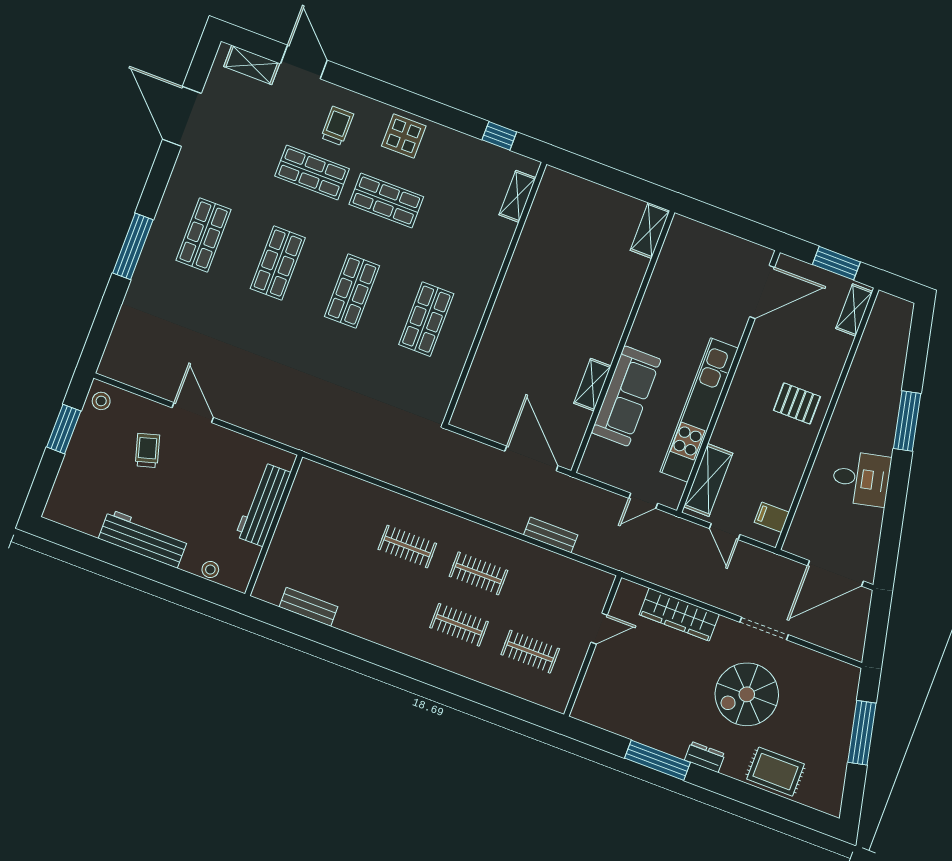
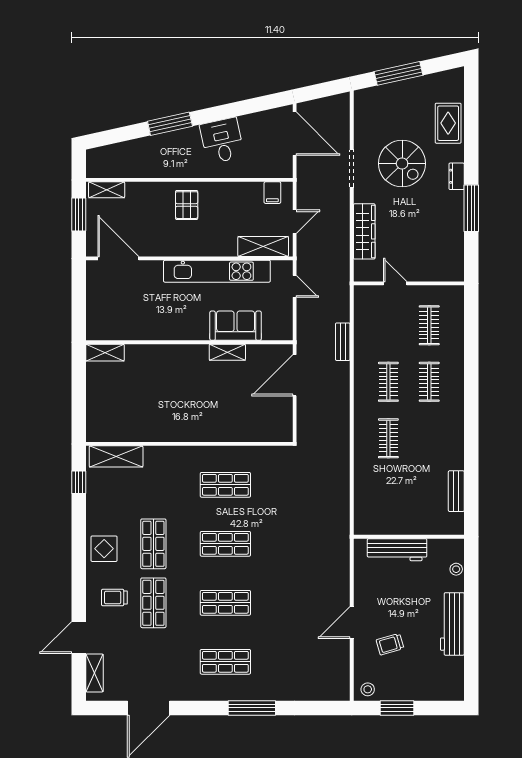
shelving: (517, 196) -> (116, 456), width x1.50, depth x1.33
sofa: (626, 396) -> (236, 326), width x0.73

